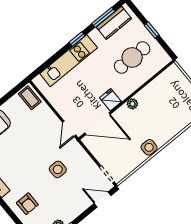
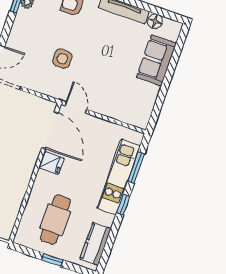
window: (103, 17) -> (136, 168), moved
coffee table: (30, 98) -> (135, 115), removed
plant: (132, 104) -> (26, 172), removed
door: (97, 124) -> (50, 130), swing flipped

